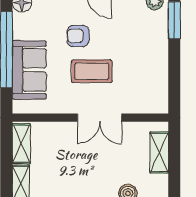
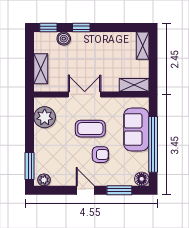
plant: (154, 87) -> (45, 117), added
shelving: (21, 144) -> (134, 85), moved, turned 90

